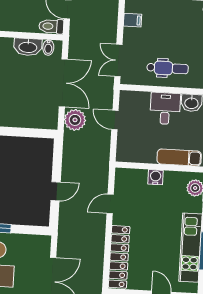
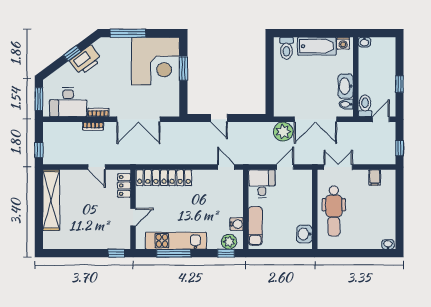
dental chair: (168, 68) -> (334, 211), width x1.36, depth x1.38
desk: (165, 108) -> (262, 184), moved, turned -90
water cooler: (156, 177) -> (237, 224), moved
door: (110, 204) -> (226, 167), moved

